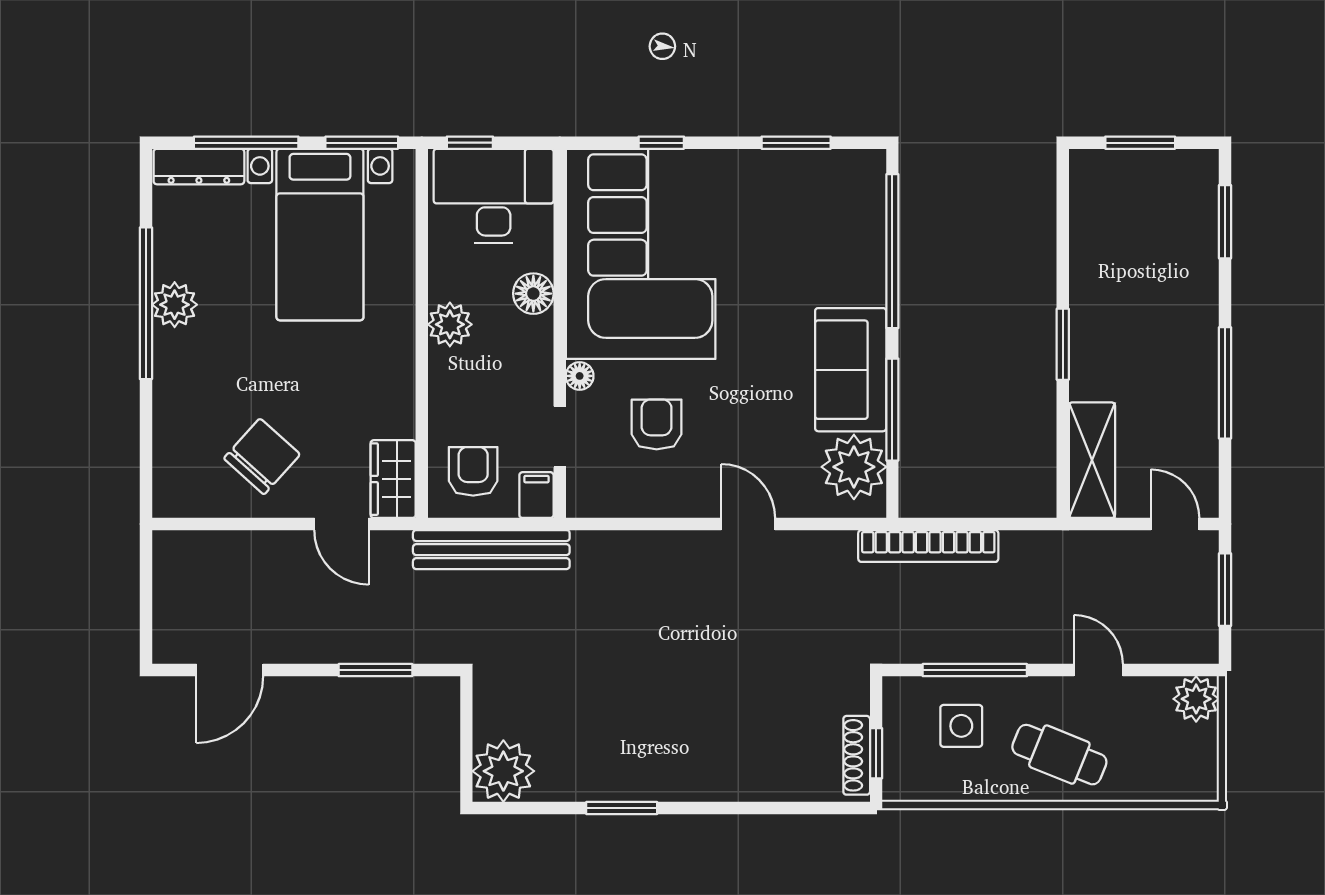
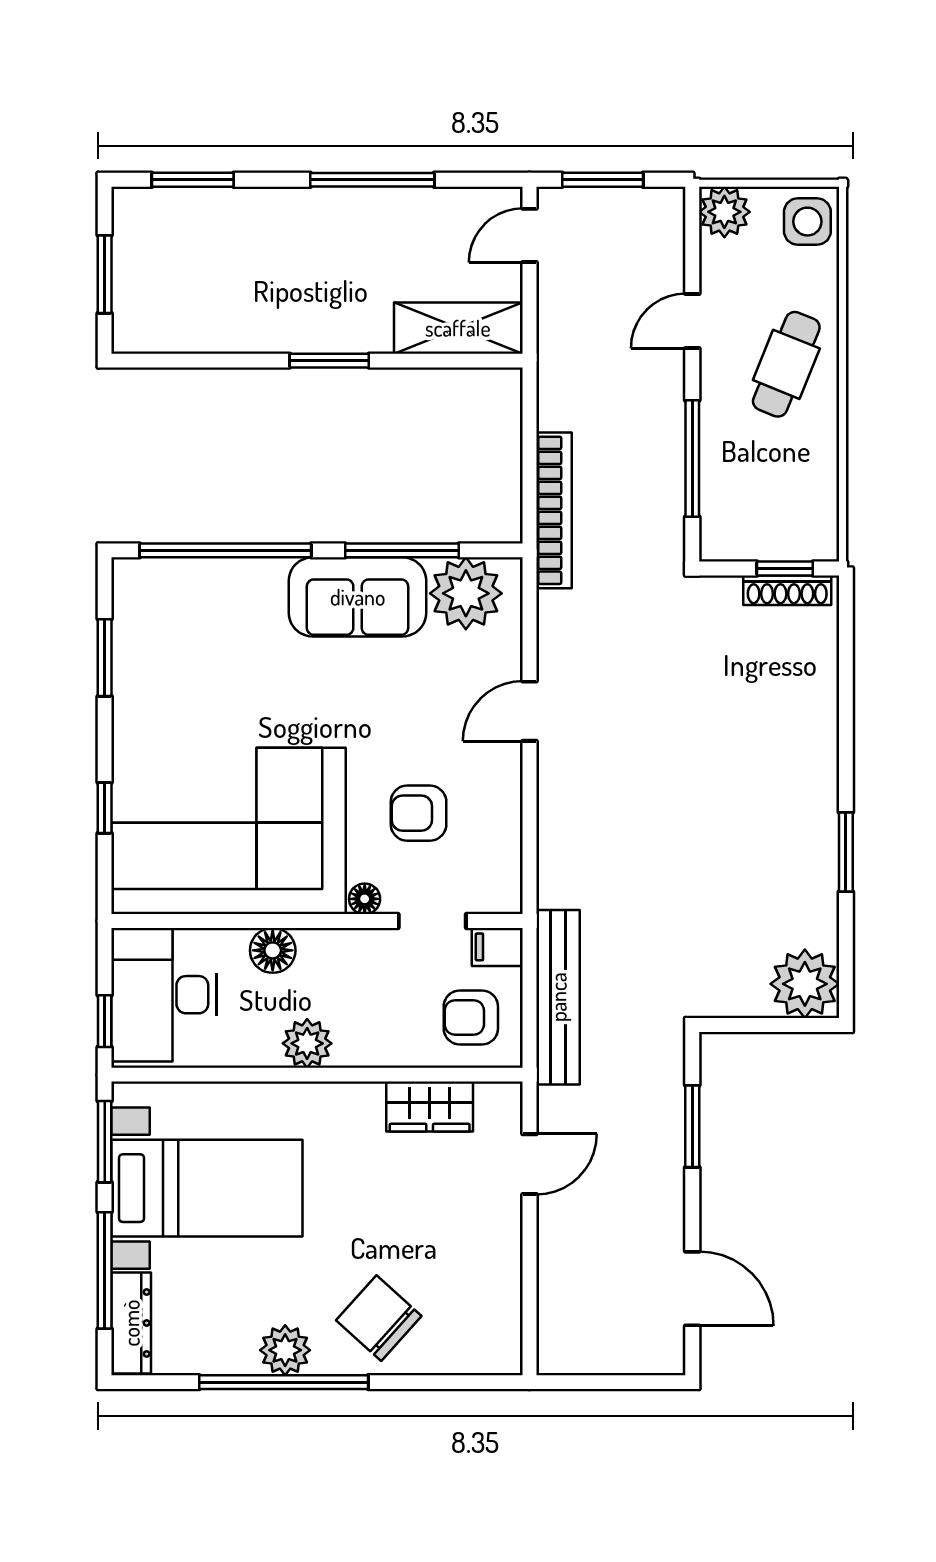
chair: (262, 456) -> (379, 1318), moved
wardrobe: (393, 479) -> (430, 1107), moved
side table: (961, 726) -> (807, 222), moved

